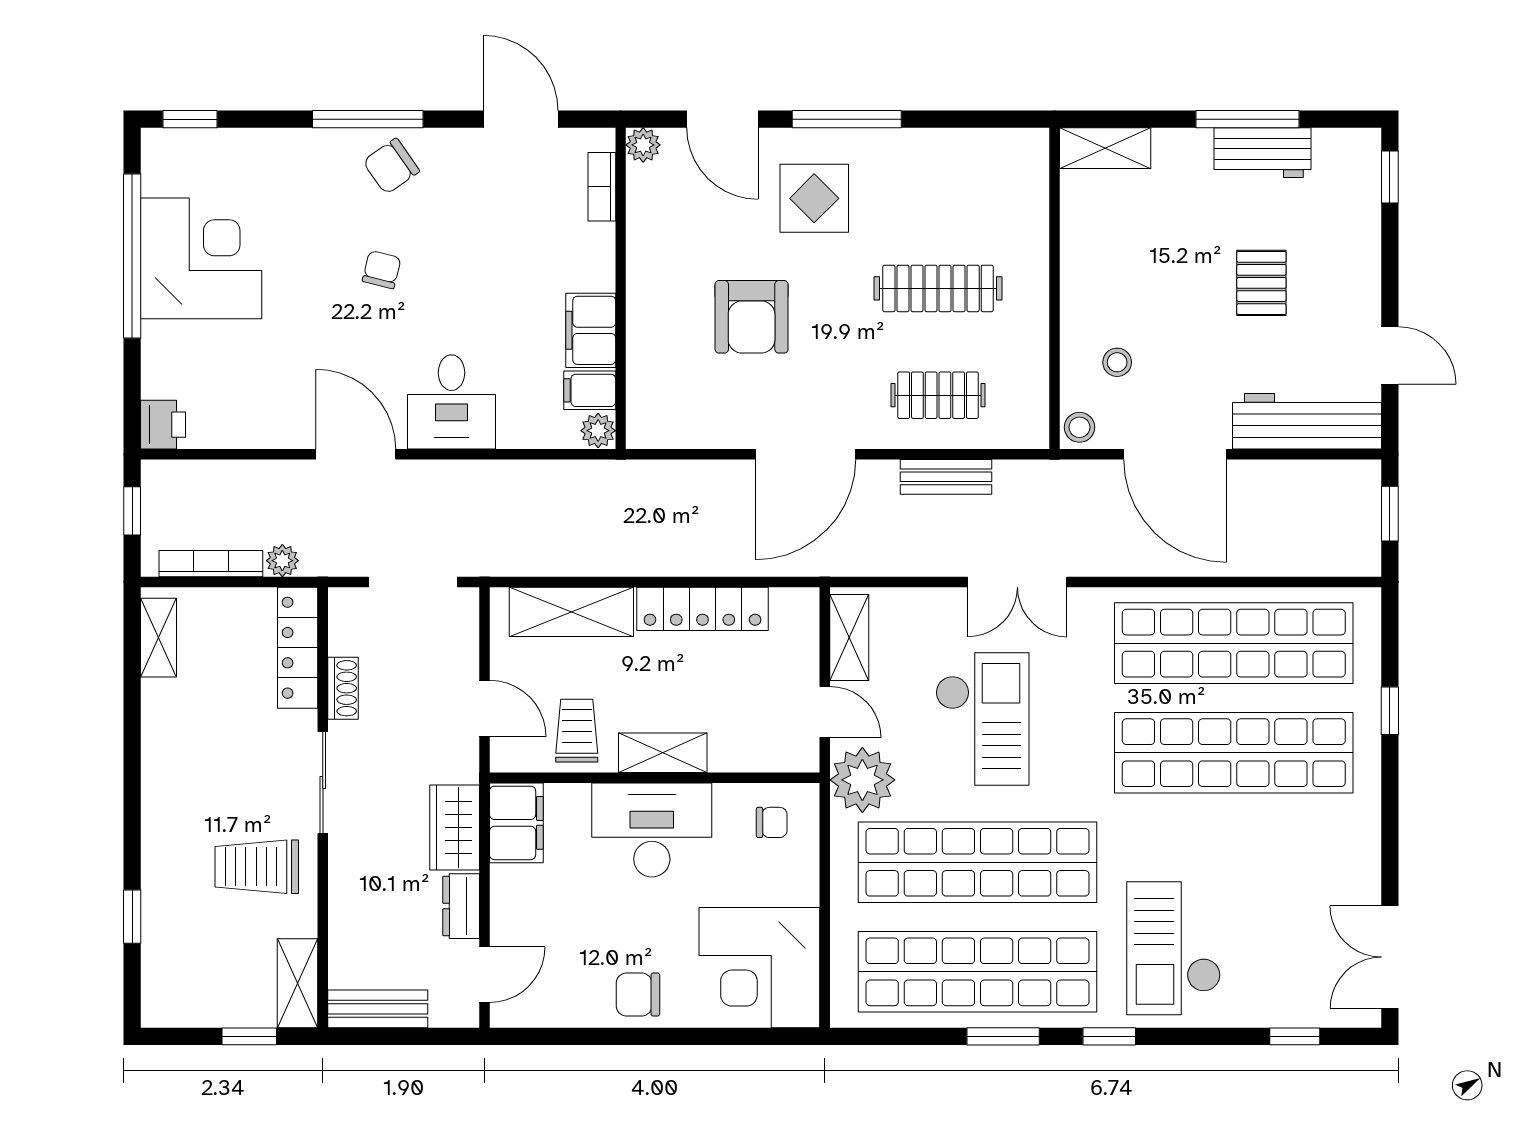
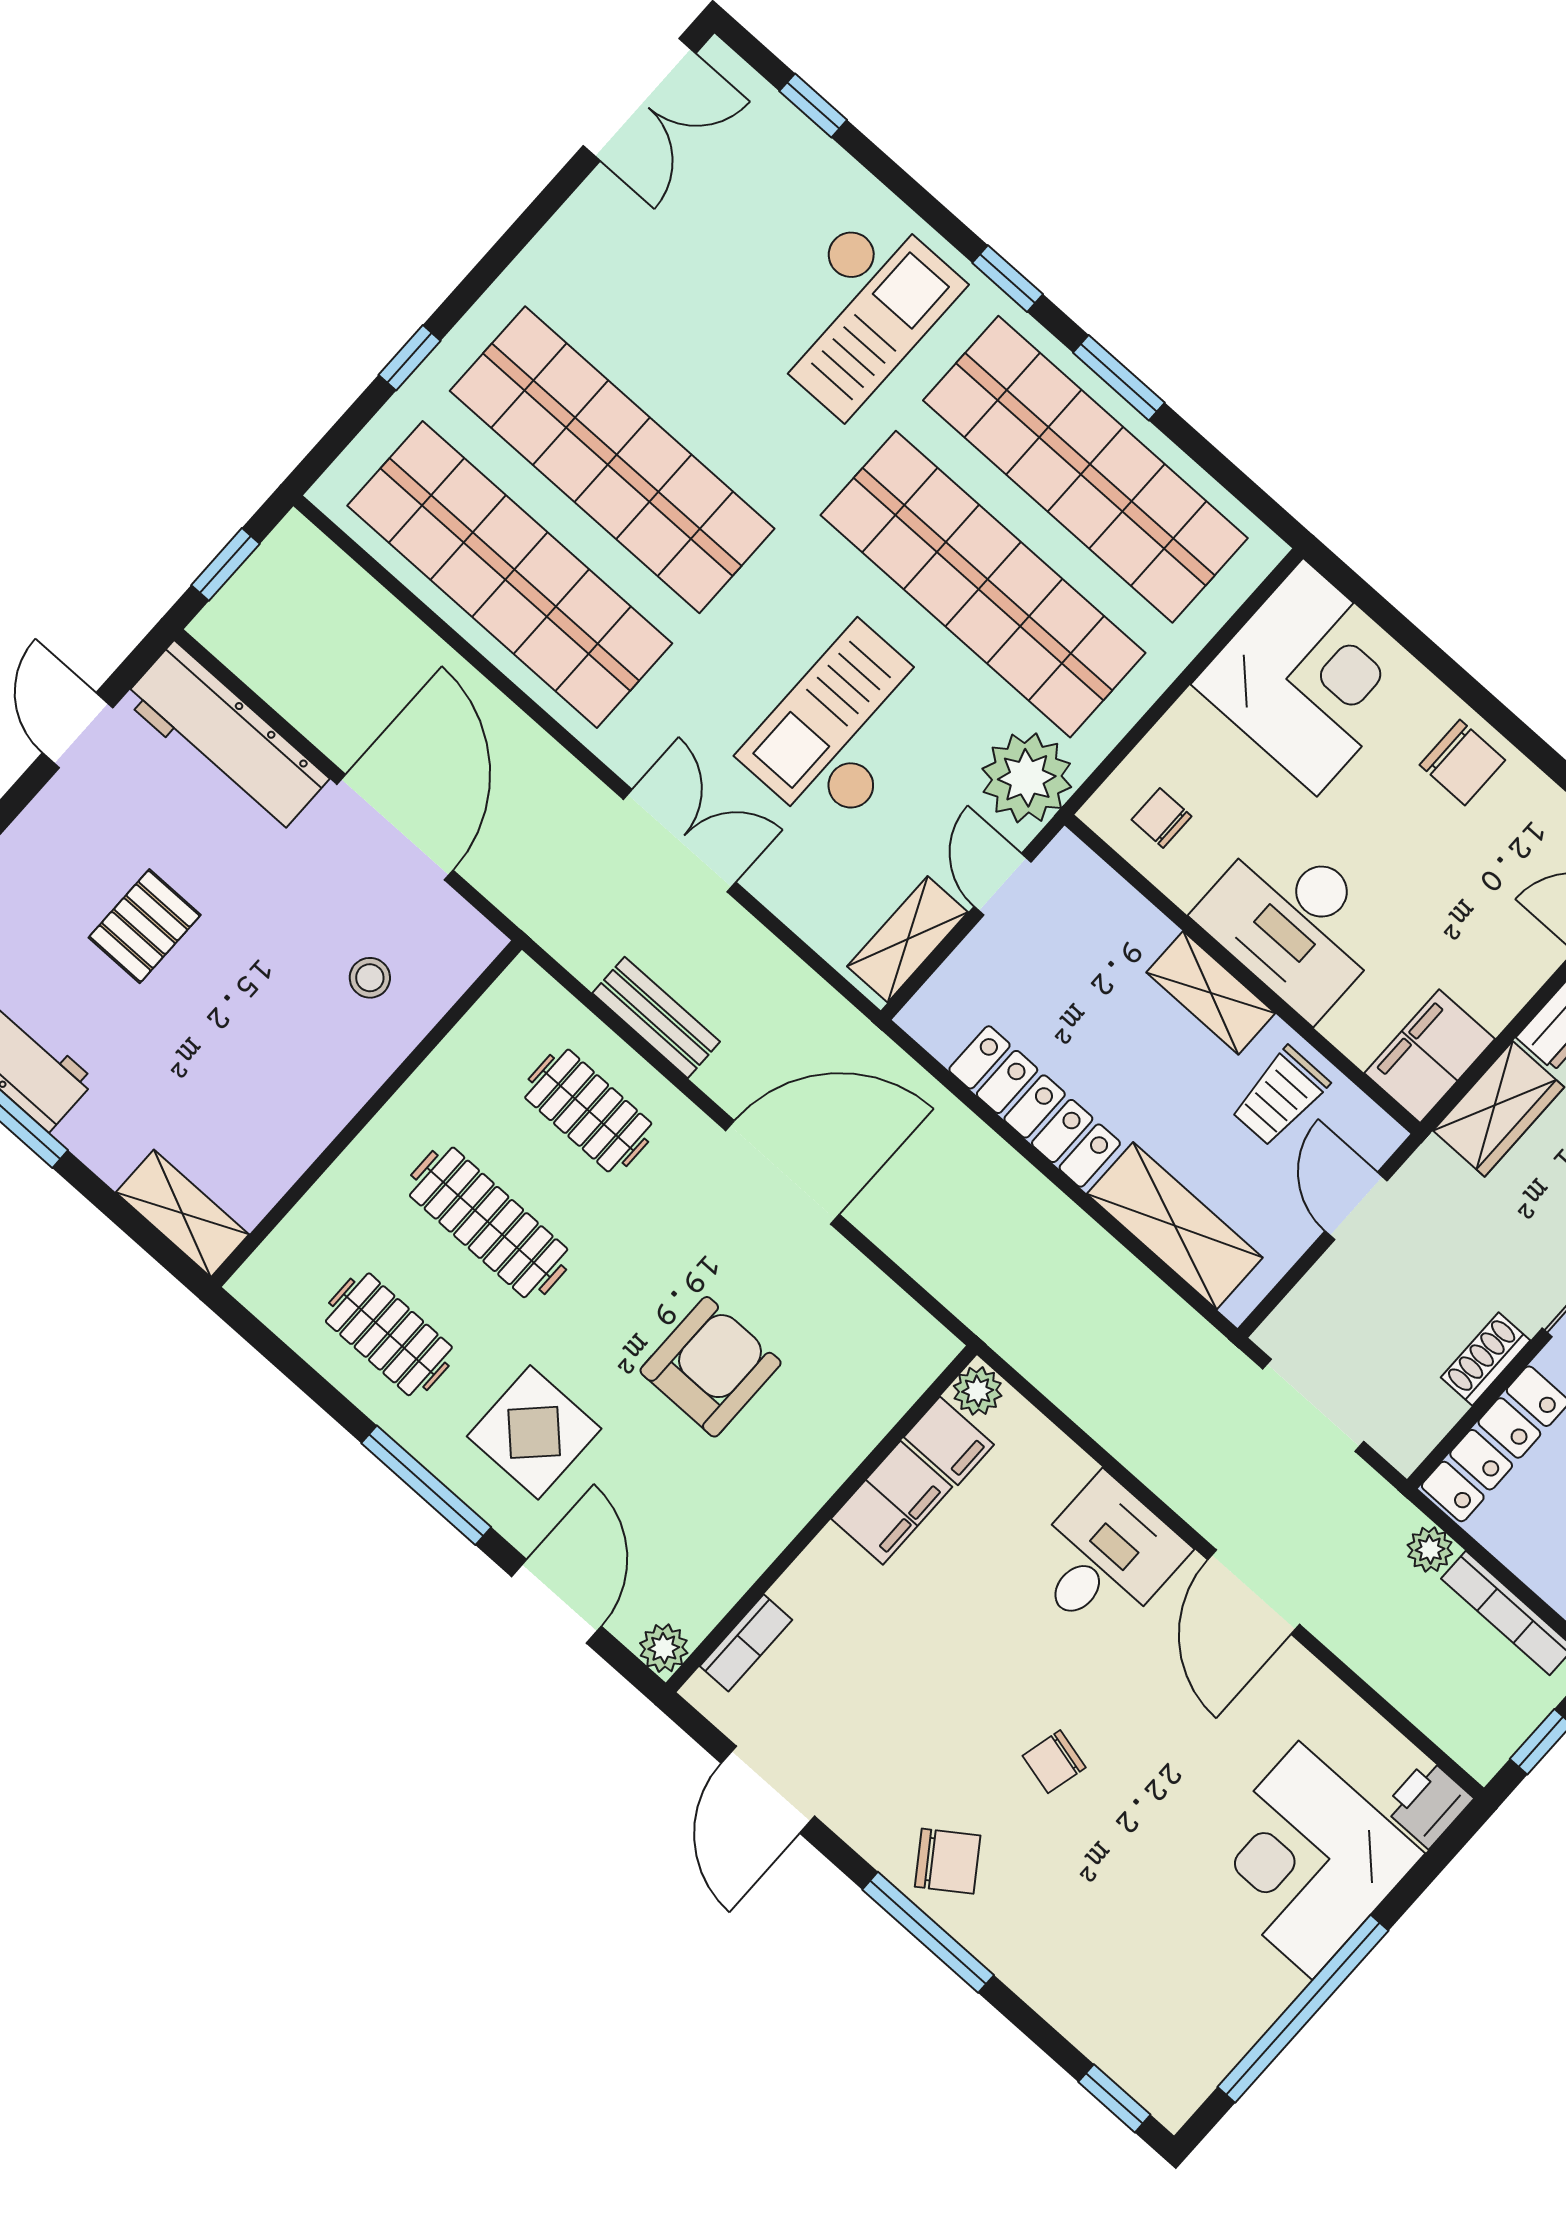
clothes rail: (938, 182) -> (389, 1334), added
corner desk: (201, 258) -> (1306, 1860), moved
stool: (1079, 427) -> (470, 945), removed

